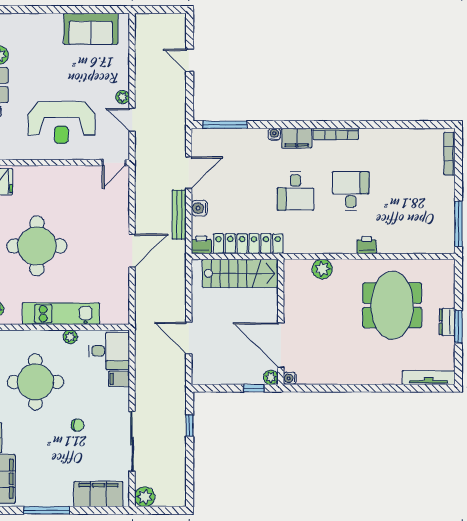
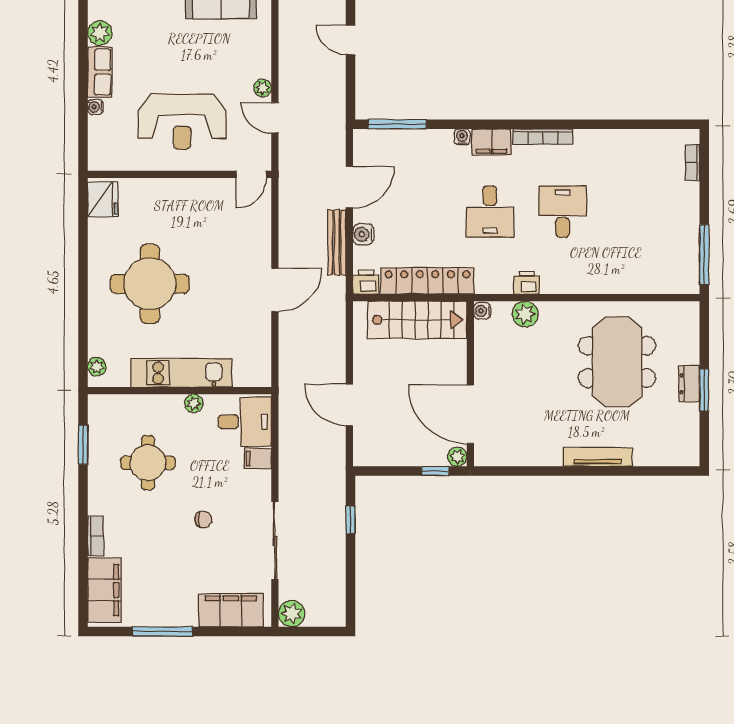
bookcase: (449, 154) -> (692, 163), width x0.64
printer: (367, 245) -> (527, 283), moved
water cooler: (290, 378) -> (482, 311), moved
tv unit: (429, 378) -> (598, 457), moved
round table: (35, 382) -> (148, 463), width x0.73, depth x0.73

